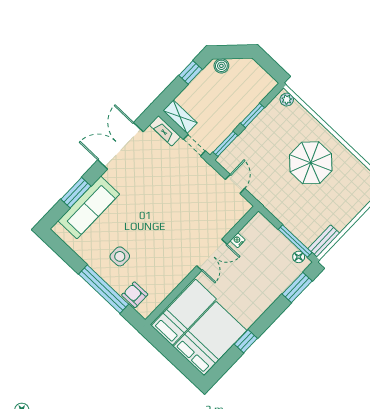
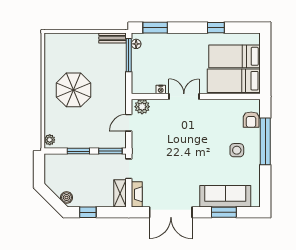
plant: (238, 209) -> (142, 107), added
bed: (210, 338) -> (234, 56), width x0.67

